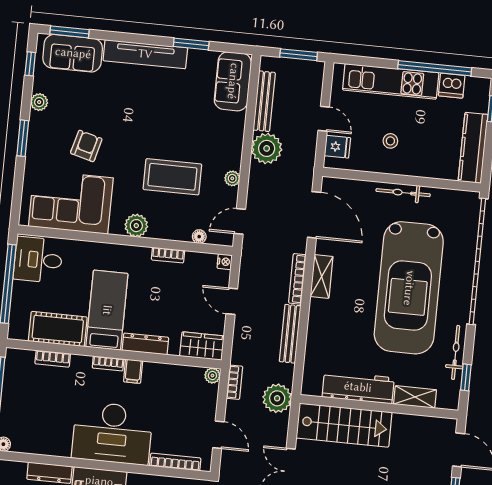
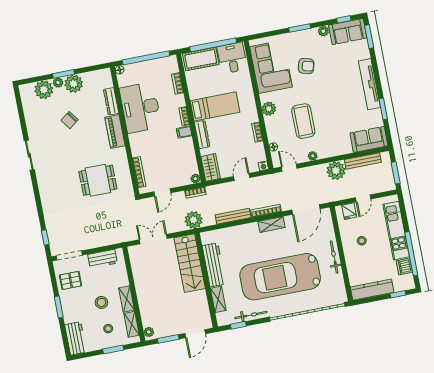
sofa: (73, 53) -> (348, 32), moved, turned -90
cot: (58, 329) -> (201, 59), moved, turned 90
desk: (112, 433) -> (140, 108), moved

